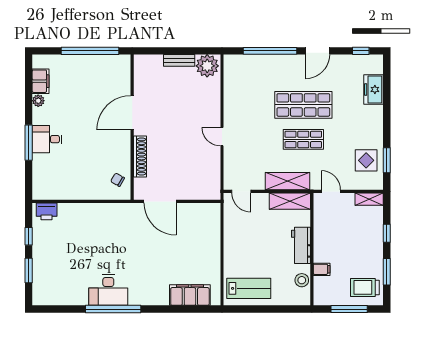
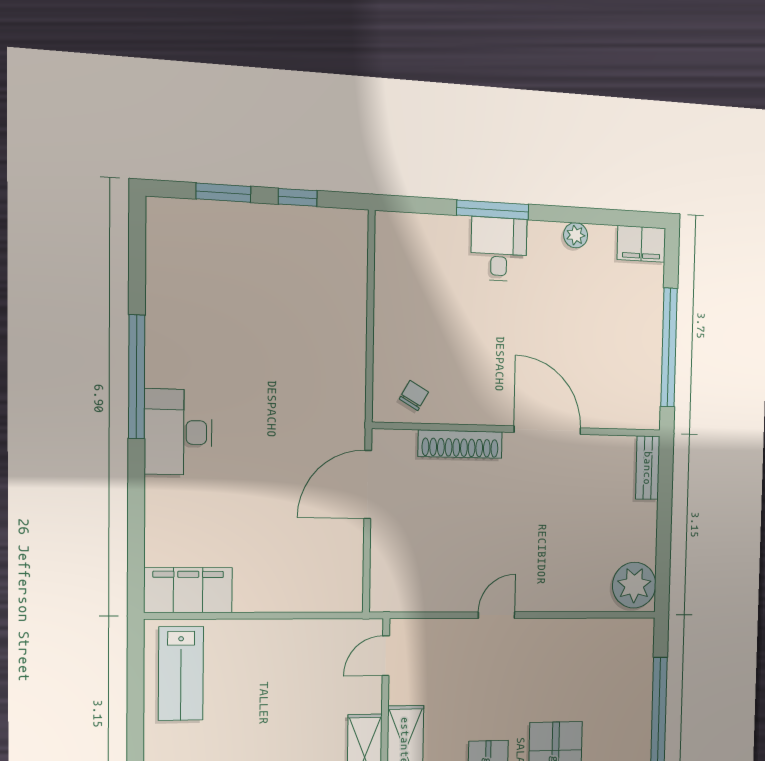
bench: (179, 60) -> (648, 468), moved
filing cabinet: (41, 81) -> (641, 244), moved
printer: (47, 211) -> (350, 240), removed
desk: (108, 290) -> (178, 432), moved
filing cabinet: (190, 295) -> (188, 590), moved, turned -90

